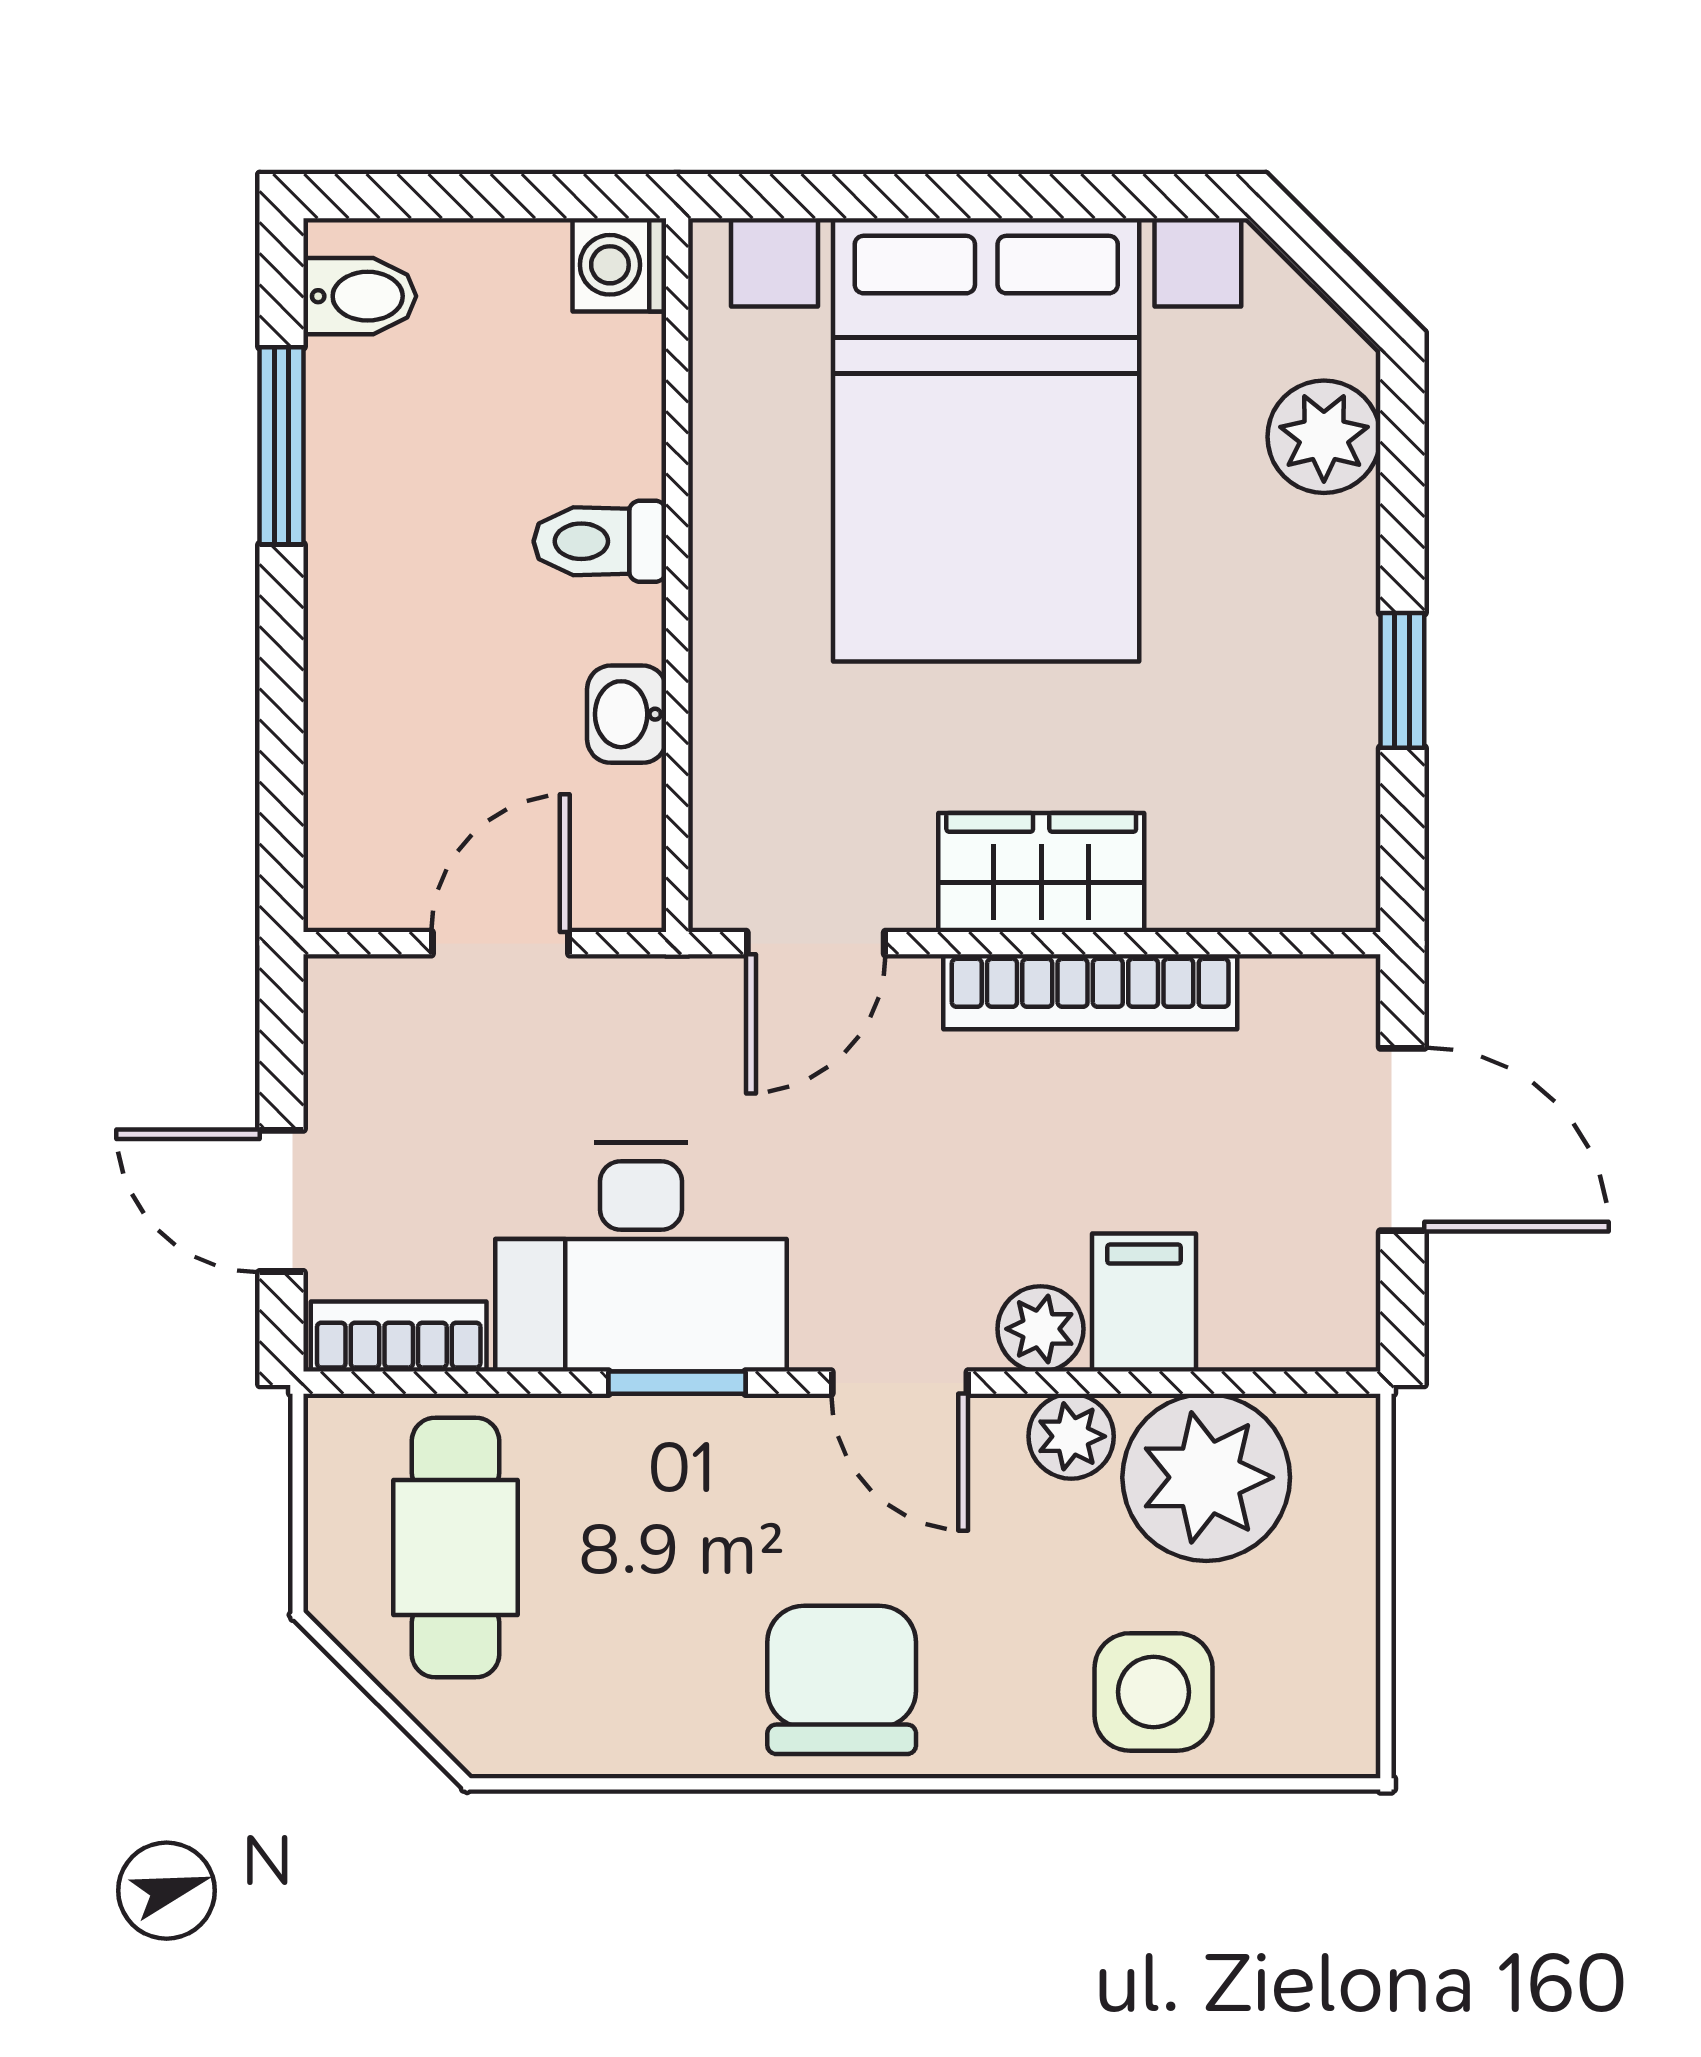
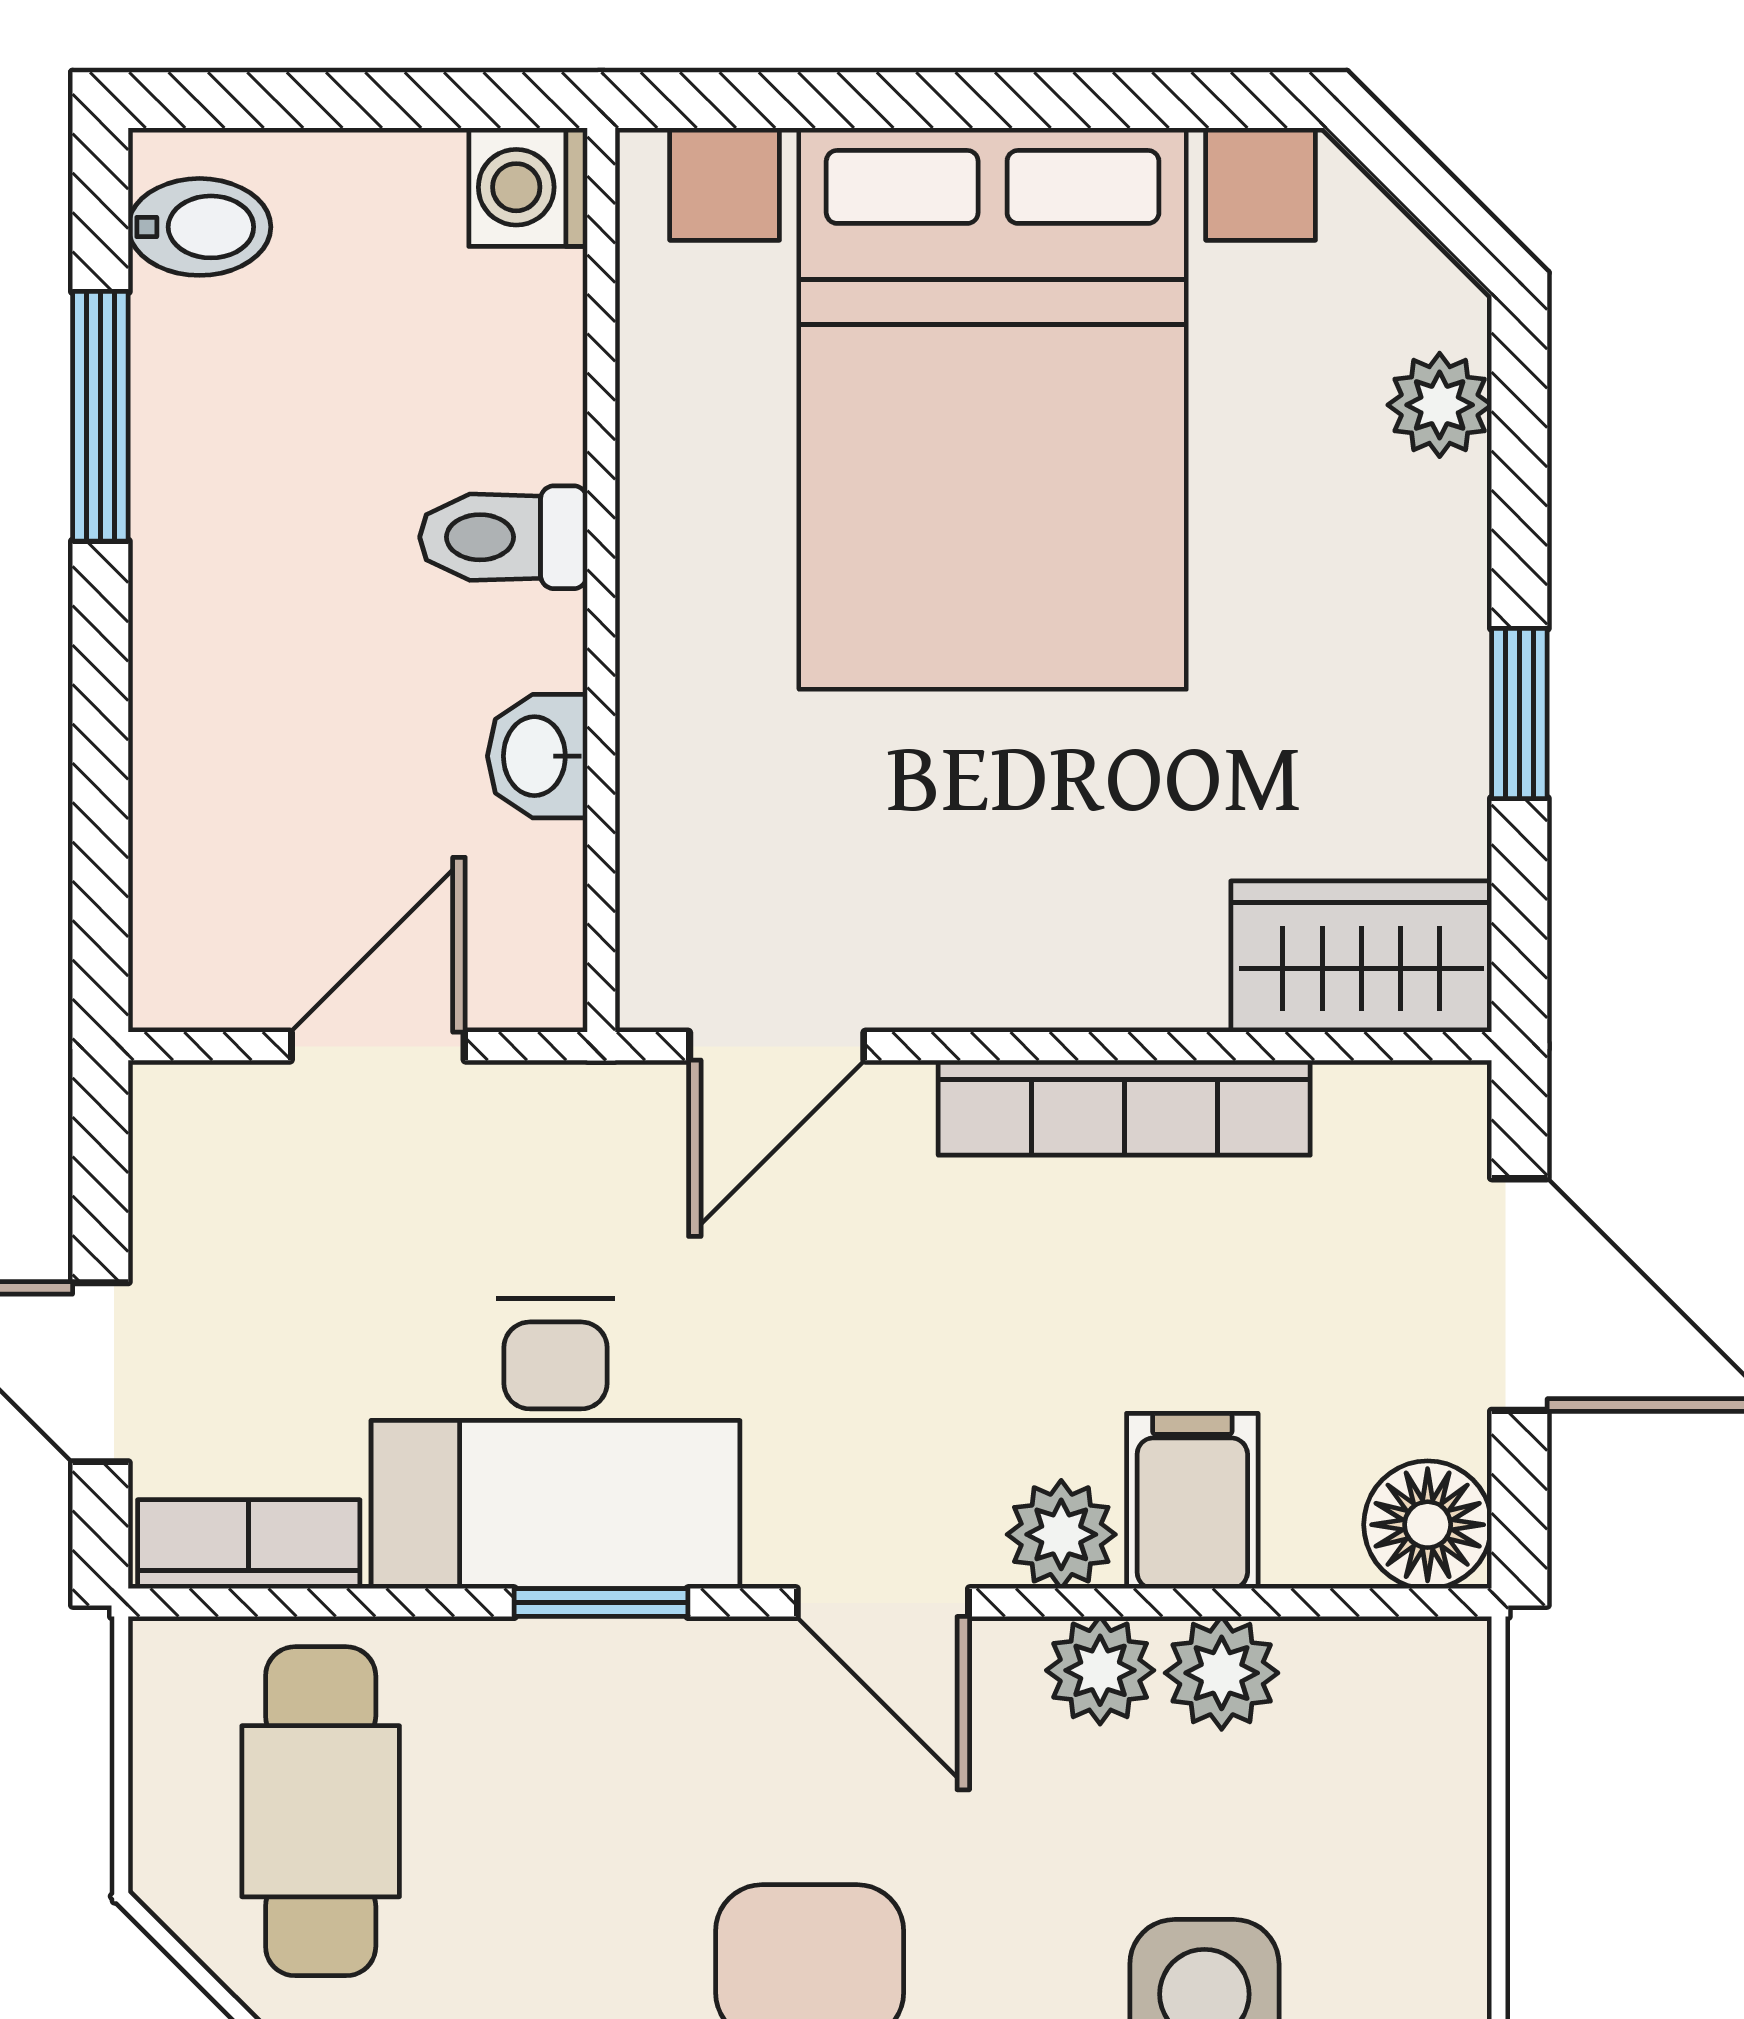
plant: (1324, 437) -> (1440, 405), width x0.73, depth x0.73
wardrobe: (1041, 872) -> (1361, 957), moved
floor lamp: (1330, 1321) -> (1428, 1525), added
plant: (1206, 1477) -> (1222, 1673), width x0.53, depth x0.53

